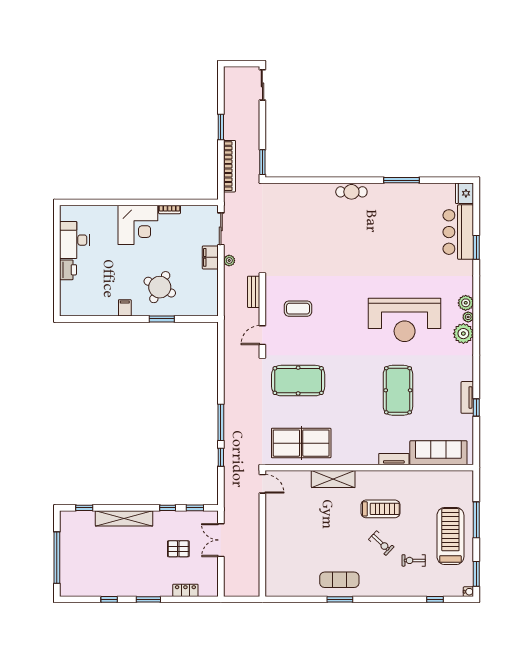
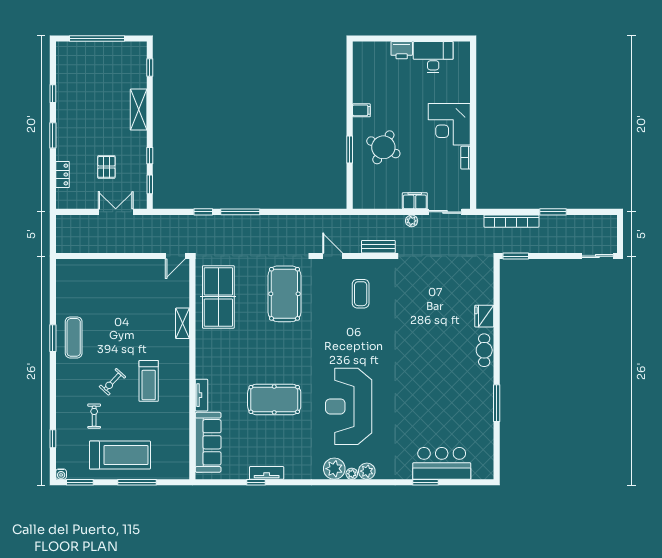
fridge: (465, 193) -> (484, 316), moved, turned -90
shelving: (333, 479) -> (183, 323), width x0.67, depth x0.75
shelving: (124, 518) -> (139, 110), width x0.68

